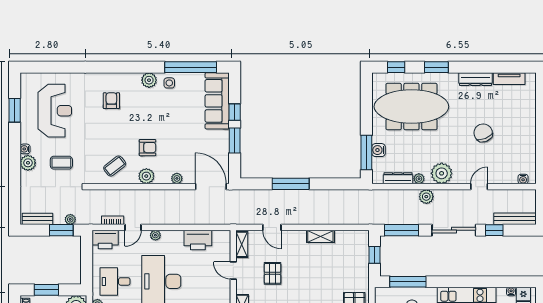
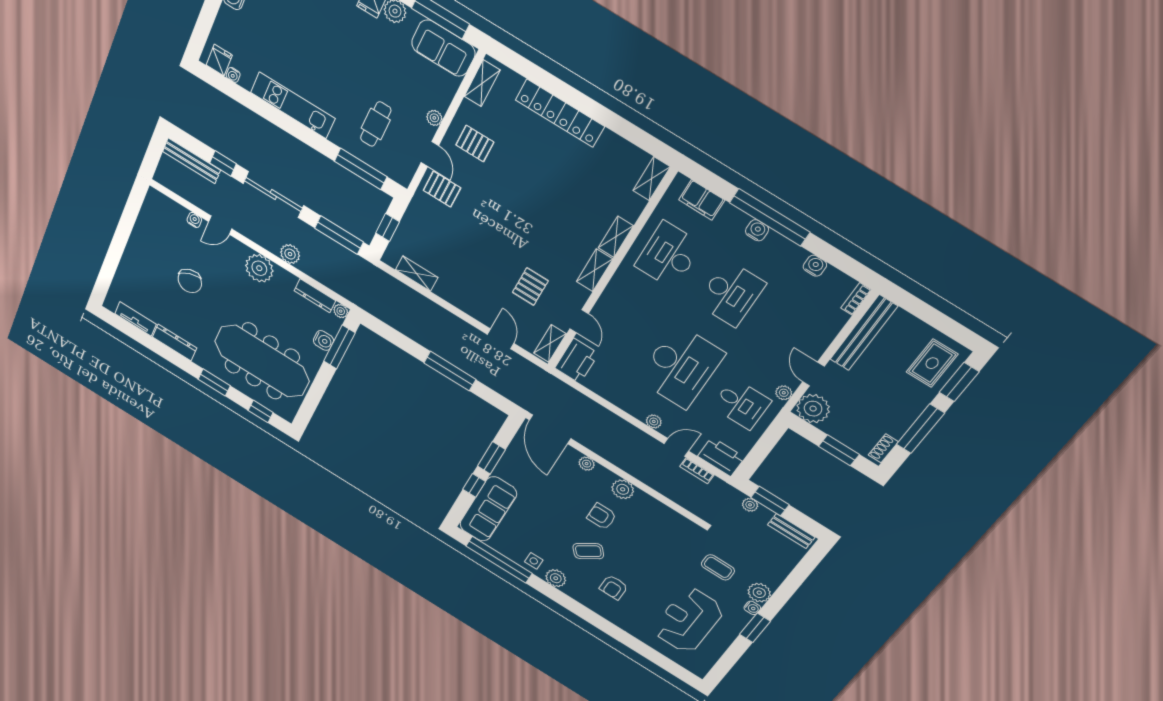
window: (15, 110) -> (755, 628), moved
coffee table: (115, 166) -> (588, 551), moved
plant: (419, 179) -> (341, 311), moved
water cooler: (523, 179) -> (194, 220), moved
shelving: (320, 236) -> (417, 274), moved
printer: (198, 240) -> (577, 361), moved, turned 90

